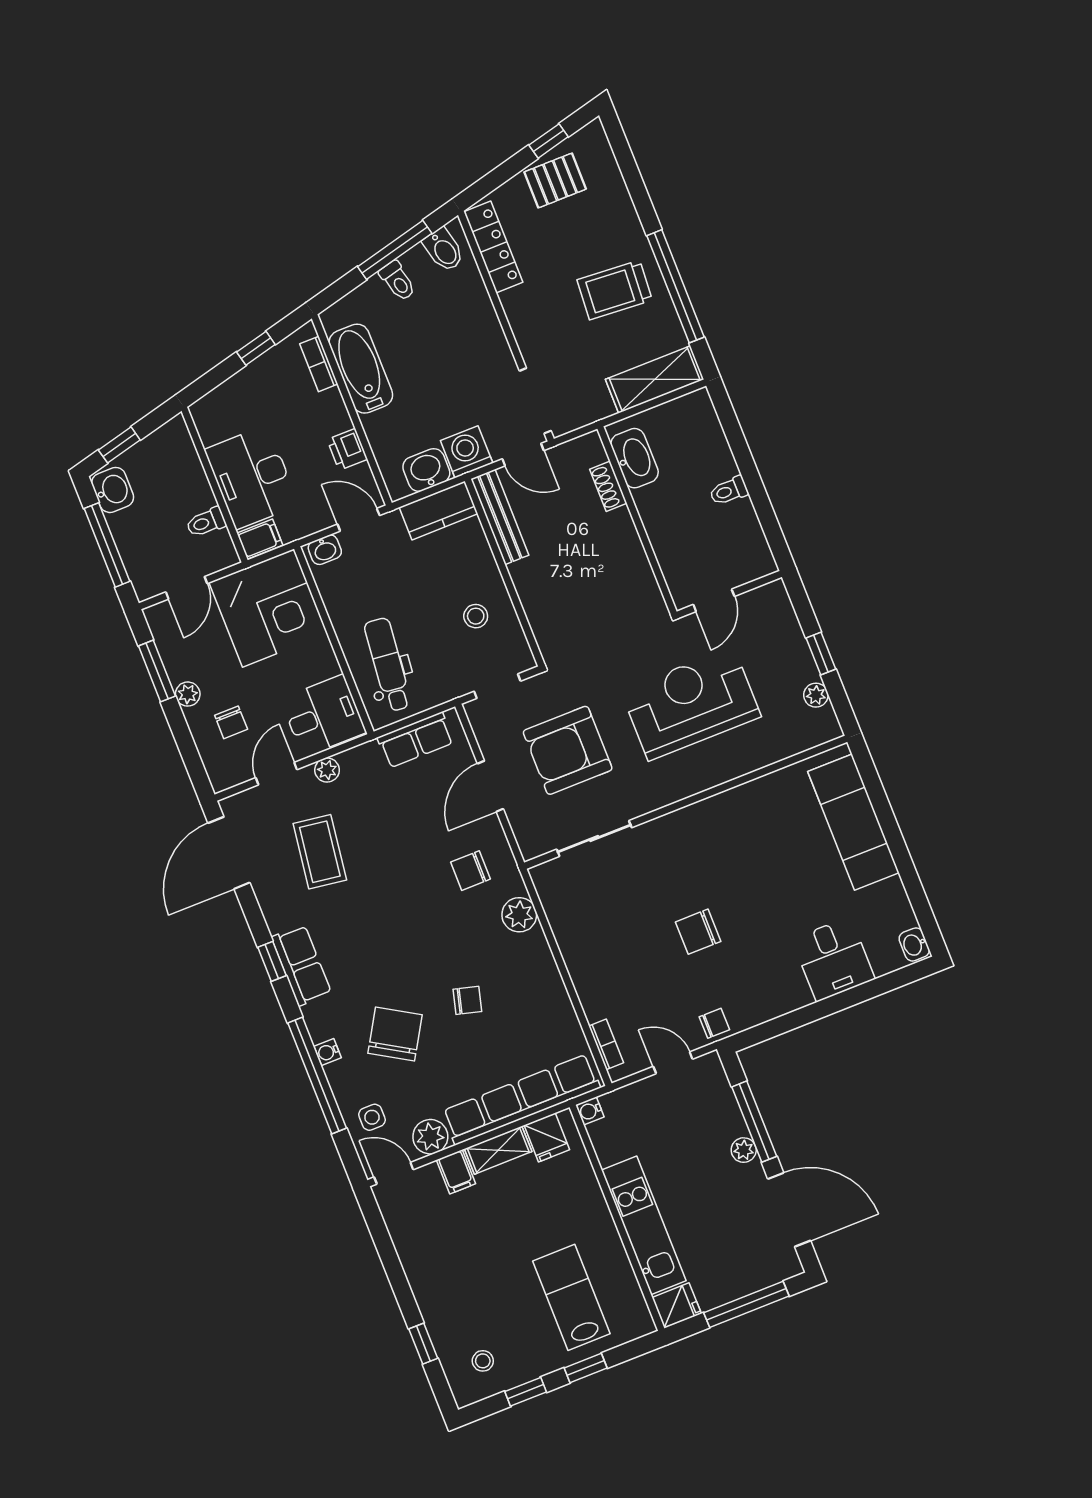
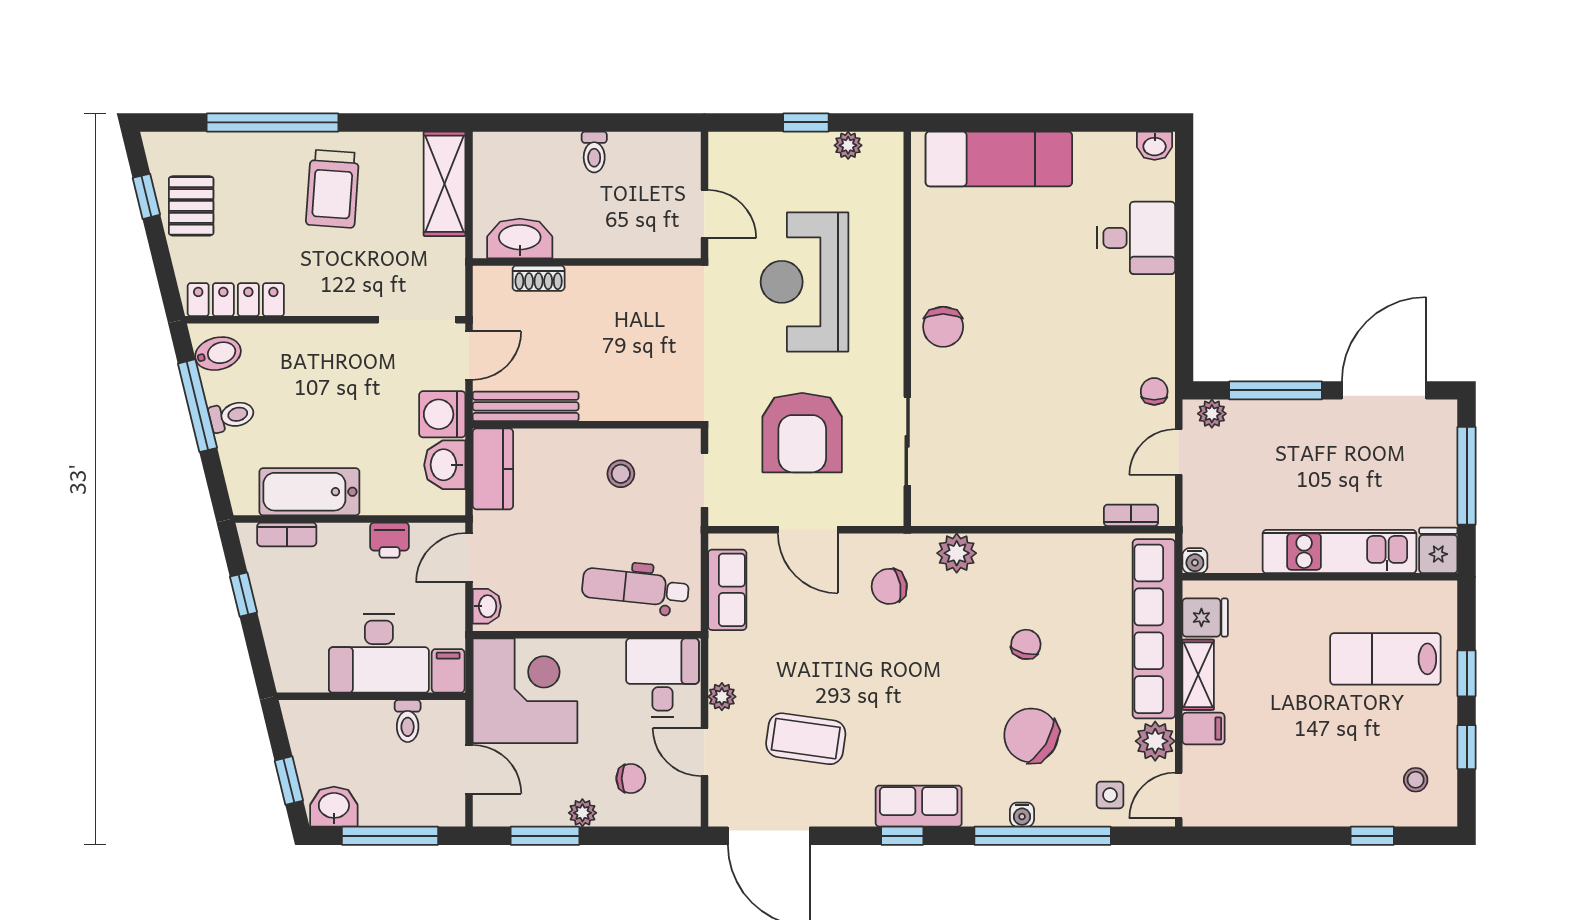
window: (675, 286) -> (272, 122), moved
chair: (471, 871) -> (889, 586), turned 80
chair: (698, 932) -> (943, 327), moved
plant: (744, 1150) -> (1212, 414), moved

